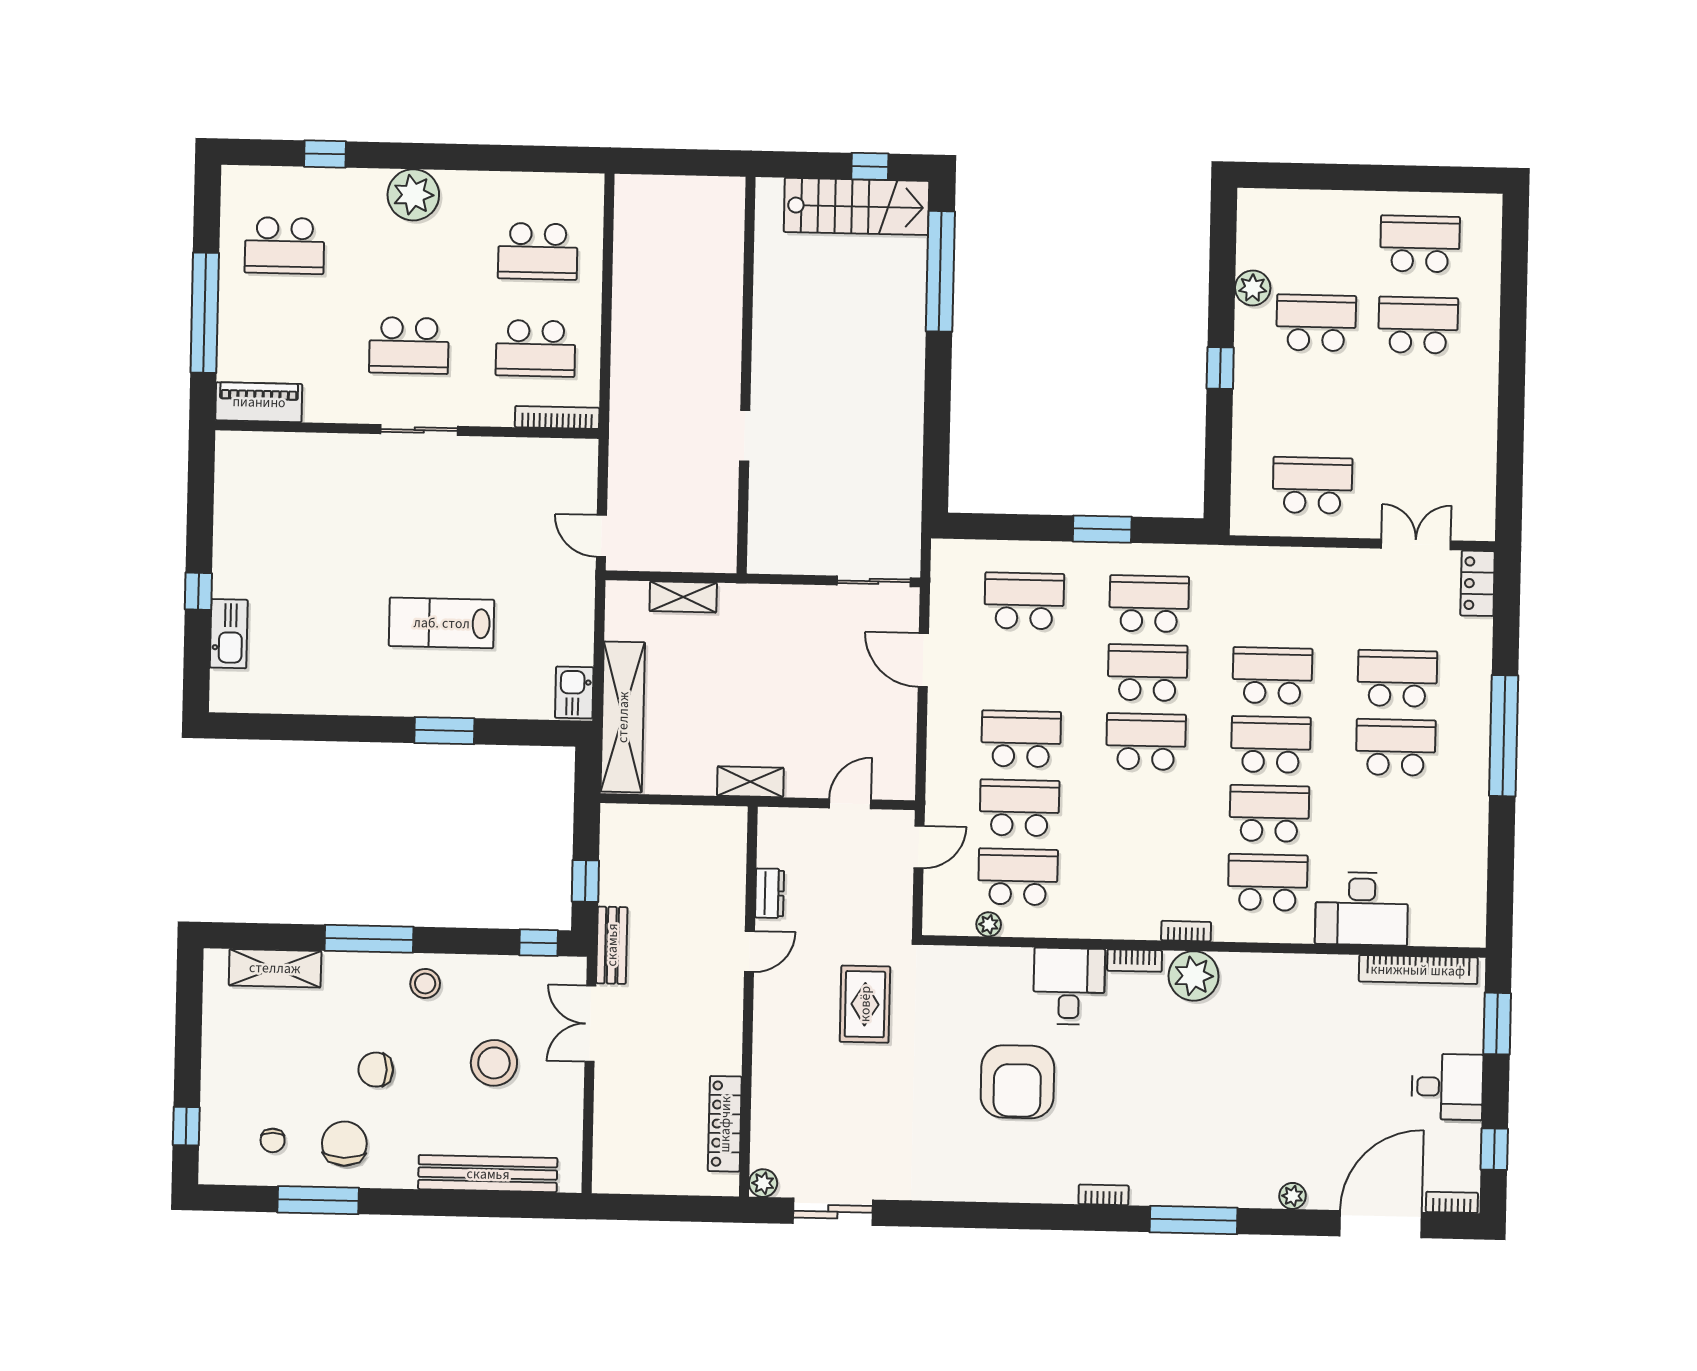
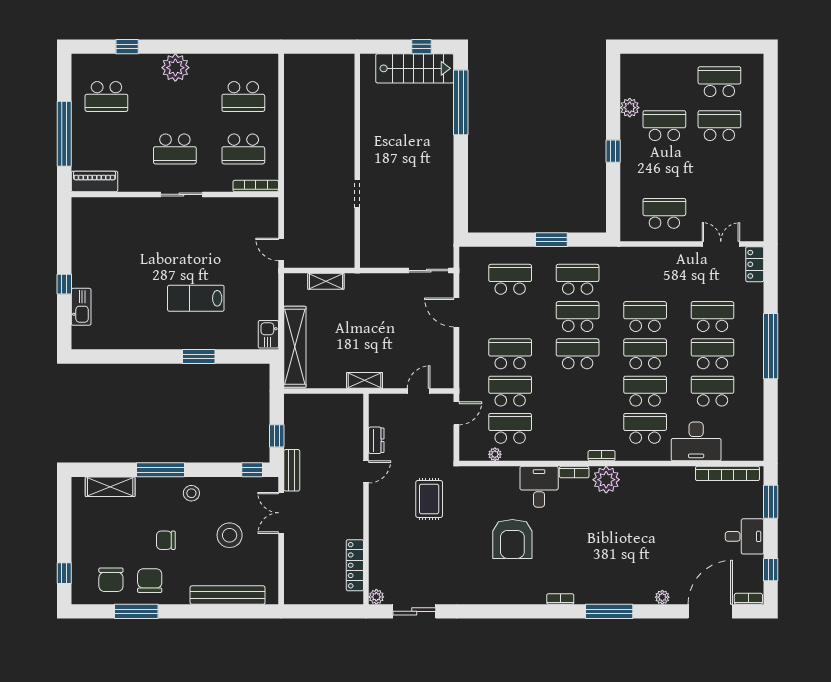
school desk: (1394, 816) -> (713, 391), added
chair: (273, 1140) -> (111, 580), width x1.87, depth x1.87

